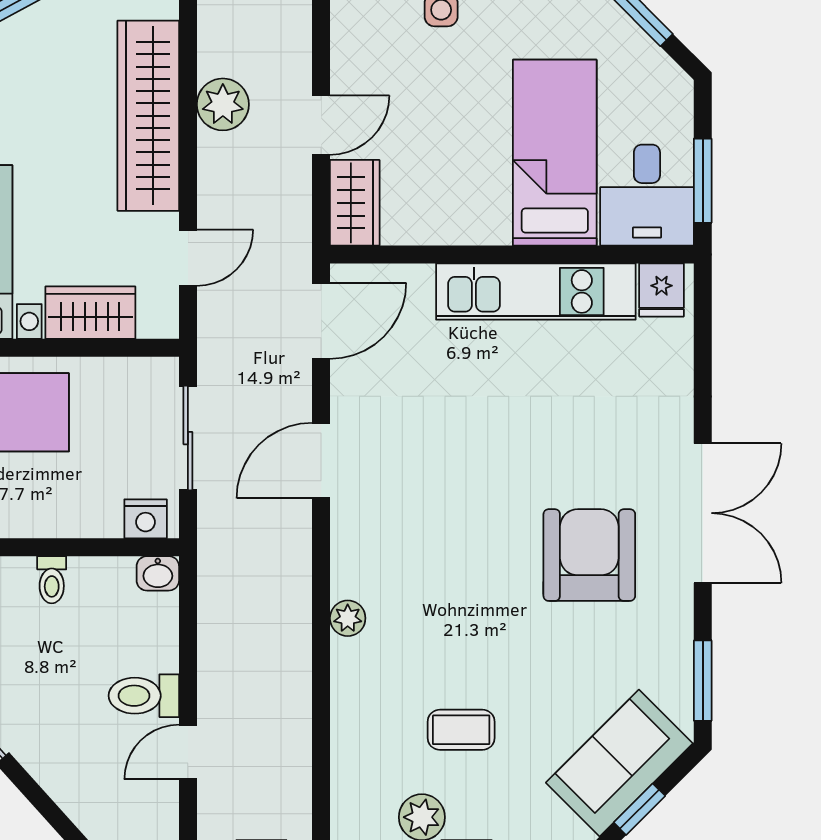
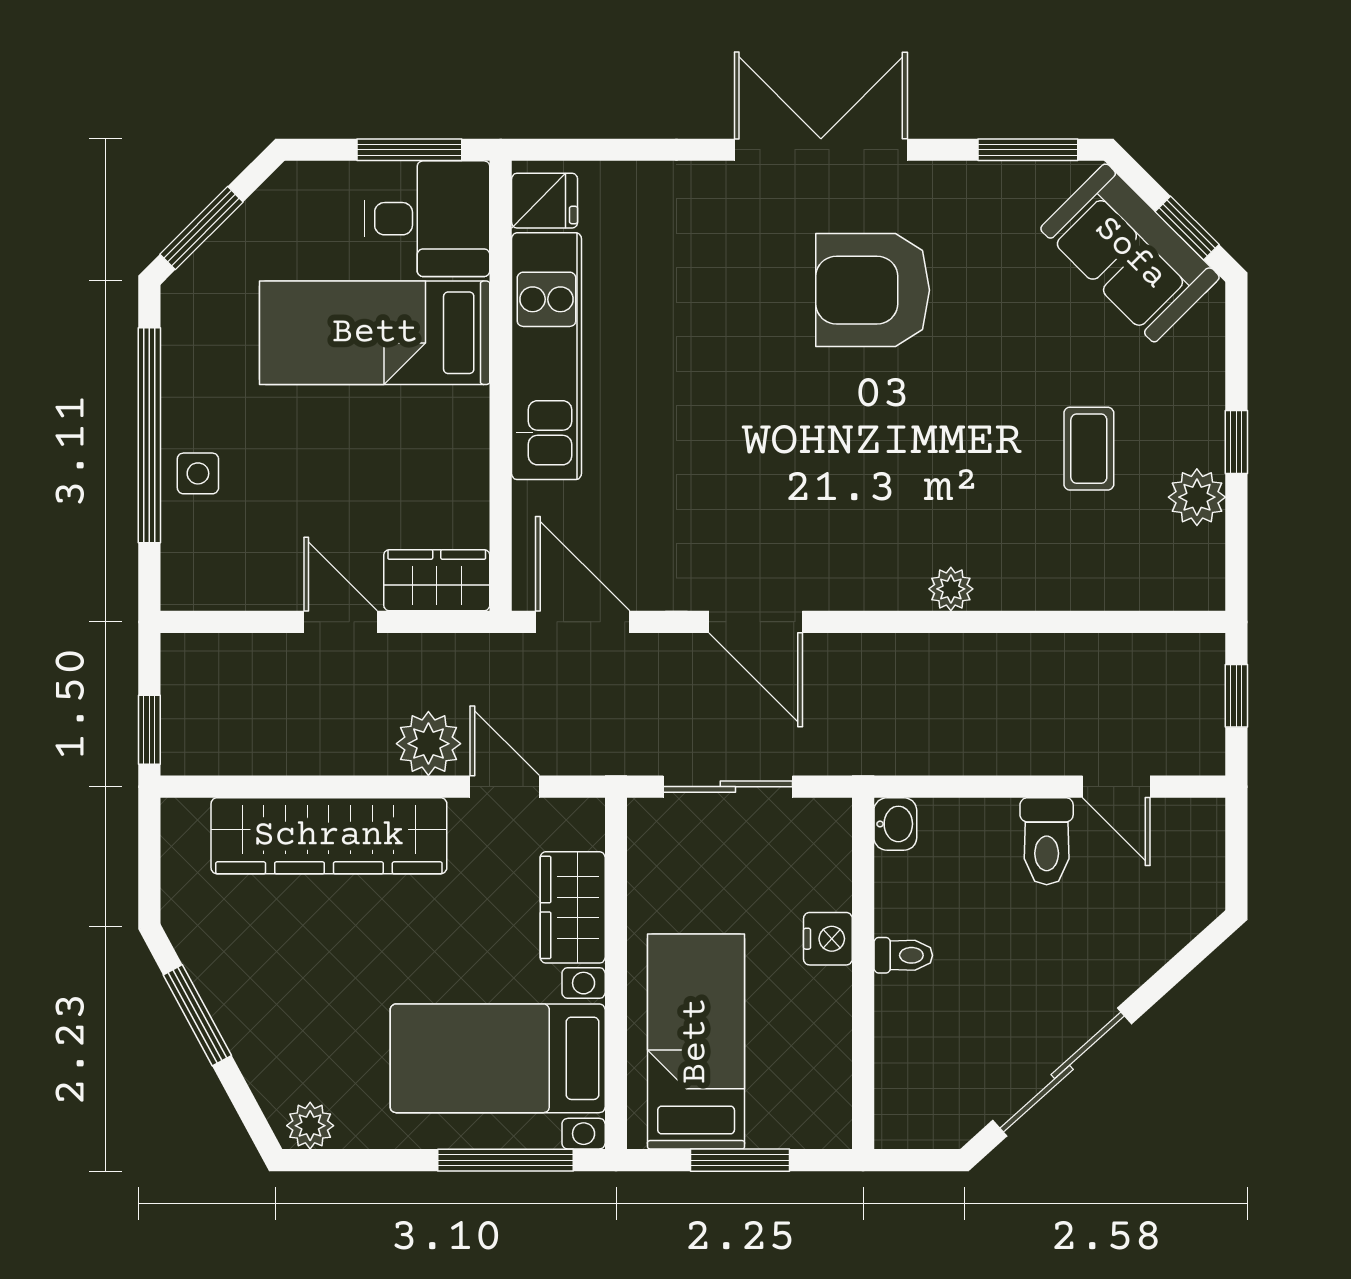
plant: (223, 104) -> (428, 744), moved
nightstand: (146, 519) -> (828, 939), moved

